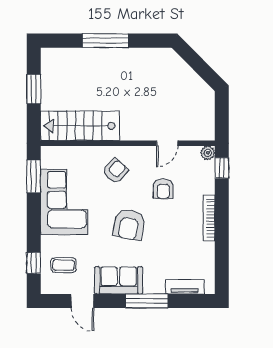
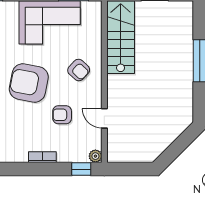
bookcase: (209, 218) -> (42, 157), width x0.64
armchair: (129, 225) -> (29, 83), width x1.36, depth x1.36

